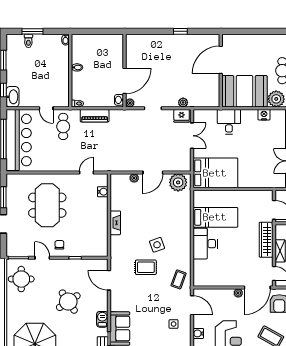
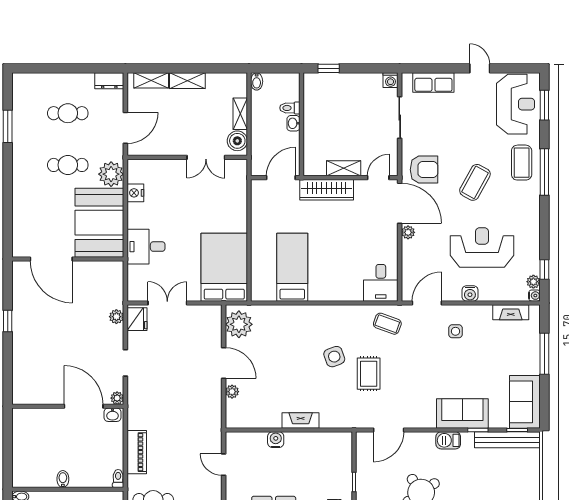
water cooler: (103, 192) -> (276, 440), moved
desk: (205, 244) -> (381, 283), moved, width x0.73

